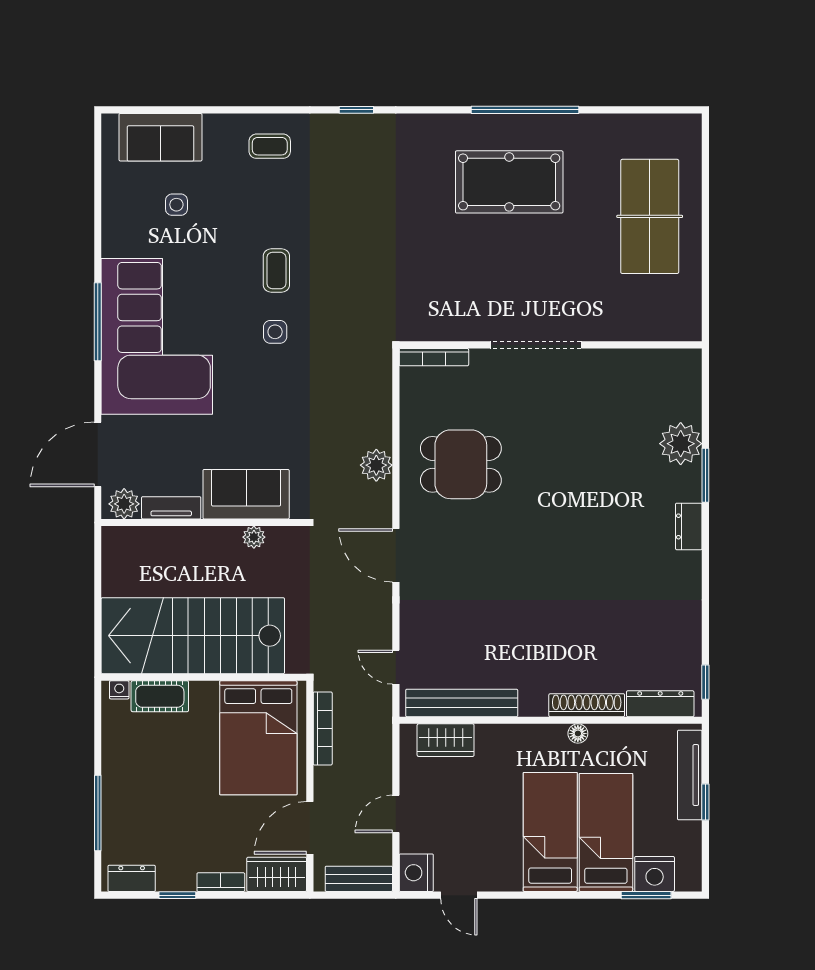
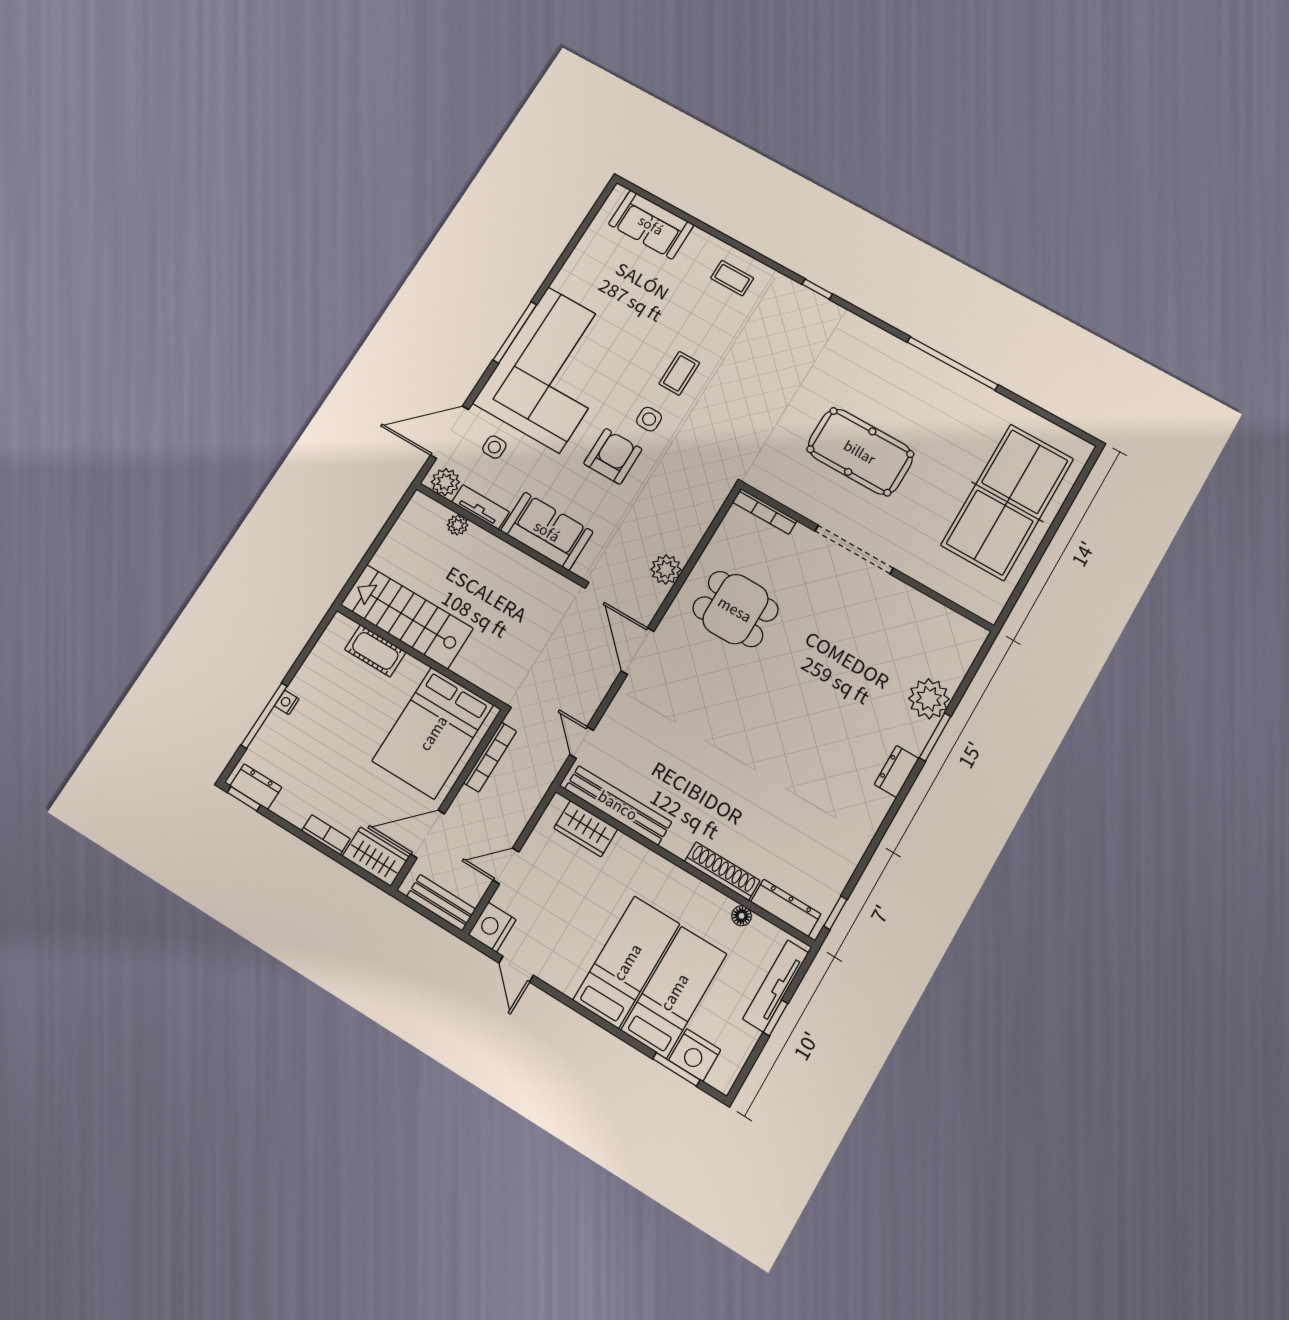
pool table: (509, 182) -> (860, 452), moved
side table: (176, 205) -> (494, 447), moved
table tennis table: (650, 216) -> (1007, 502), width x1.36, depth x1.32
armchair: (263, 388) -> (613, 456), added
plant: (254, 537) -> (458, 525), moved
stairs: (193, 636) -> (407, 617), width x0.73, depth x0.66
nightstand: (119, 690) -> (287, 702), moved, turned -90
floor lamp: (578, 734) -> (742, 916), moved
window: (177, 895) -> (244, 799), moved

